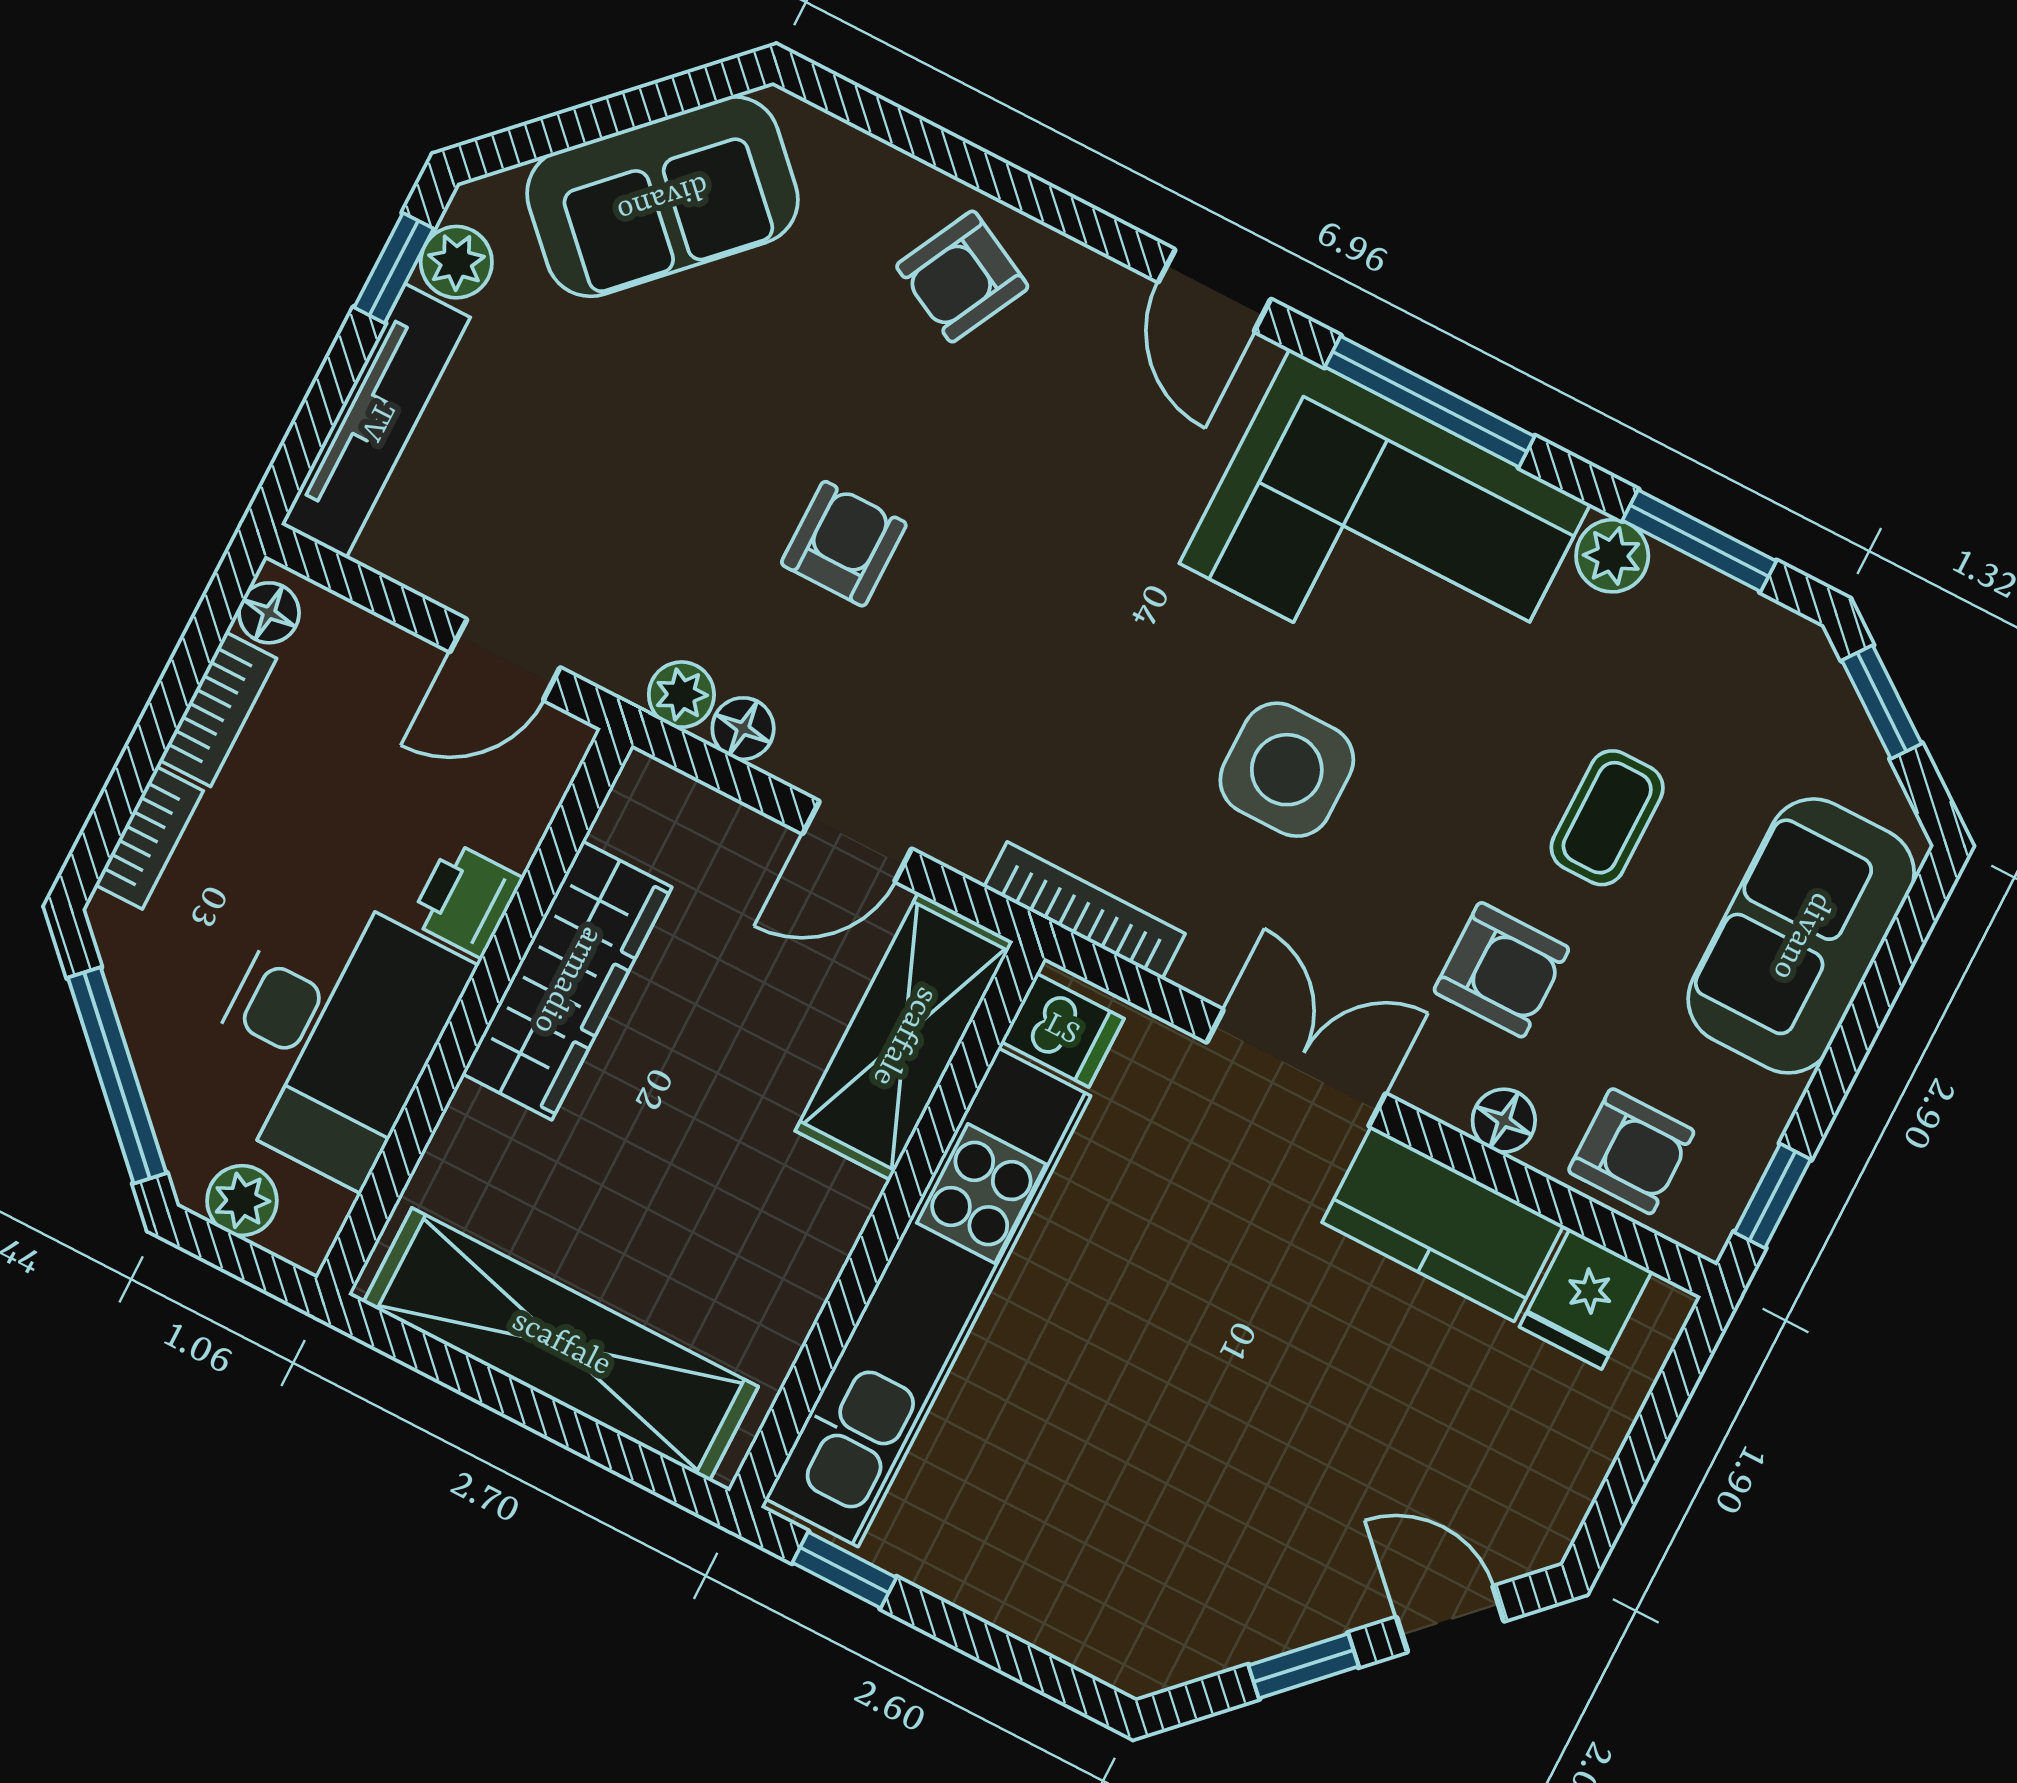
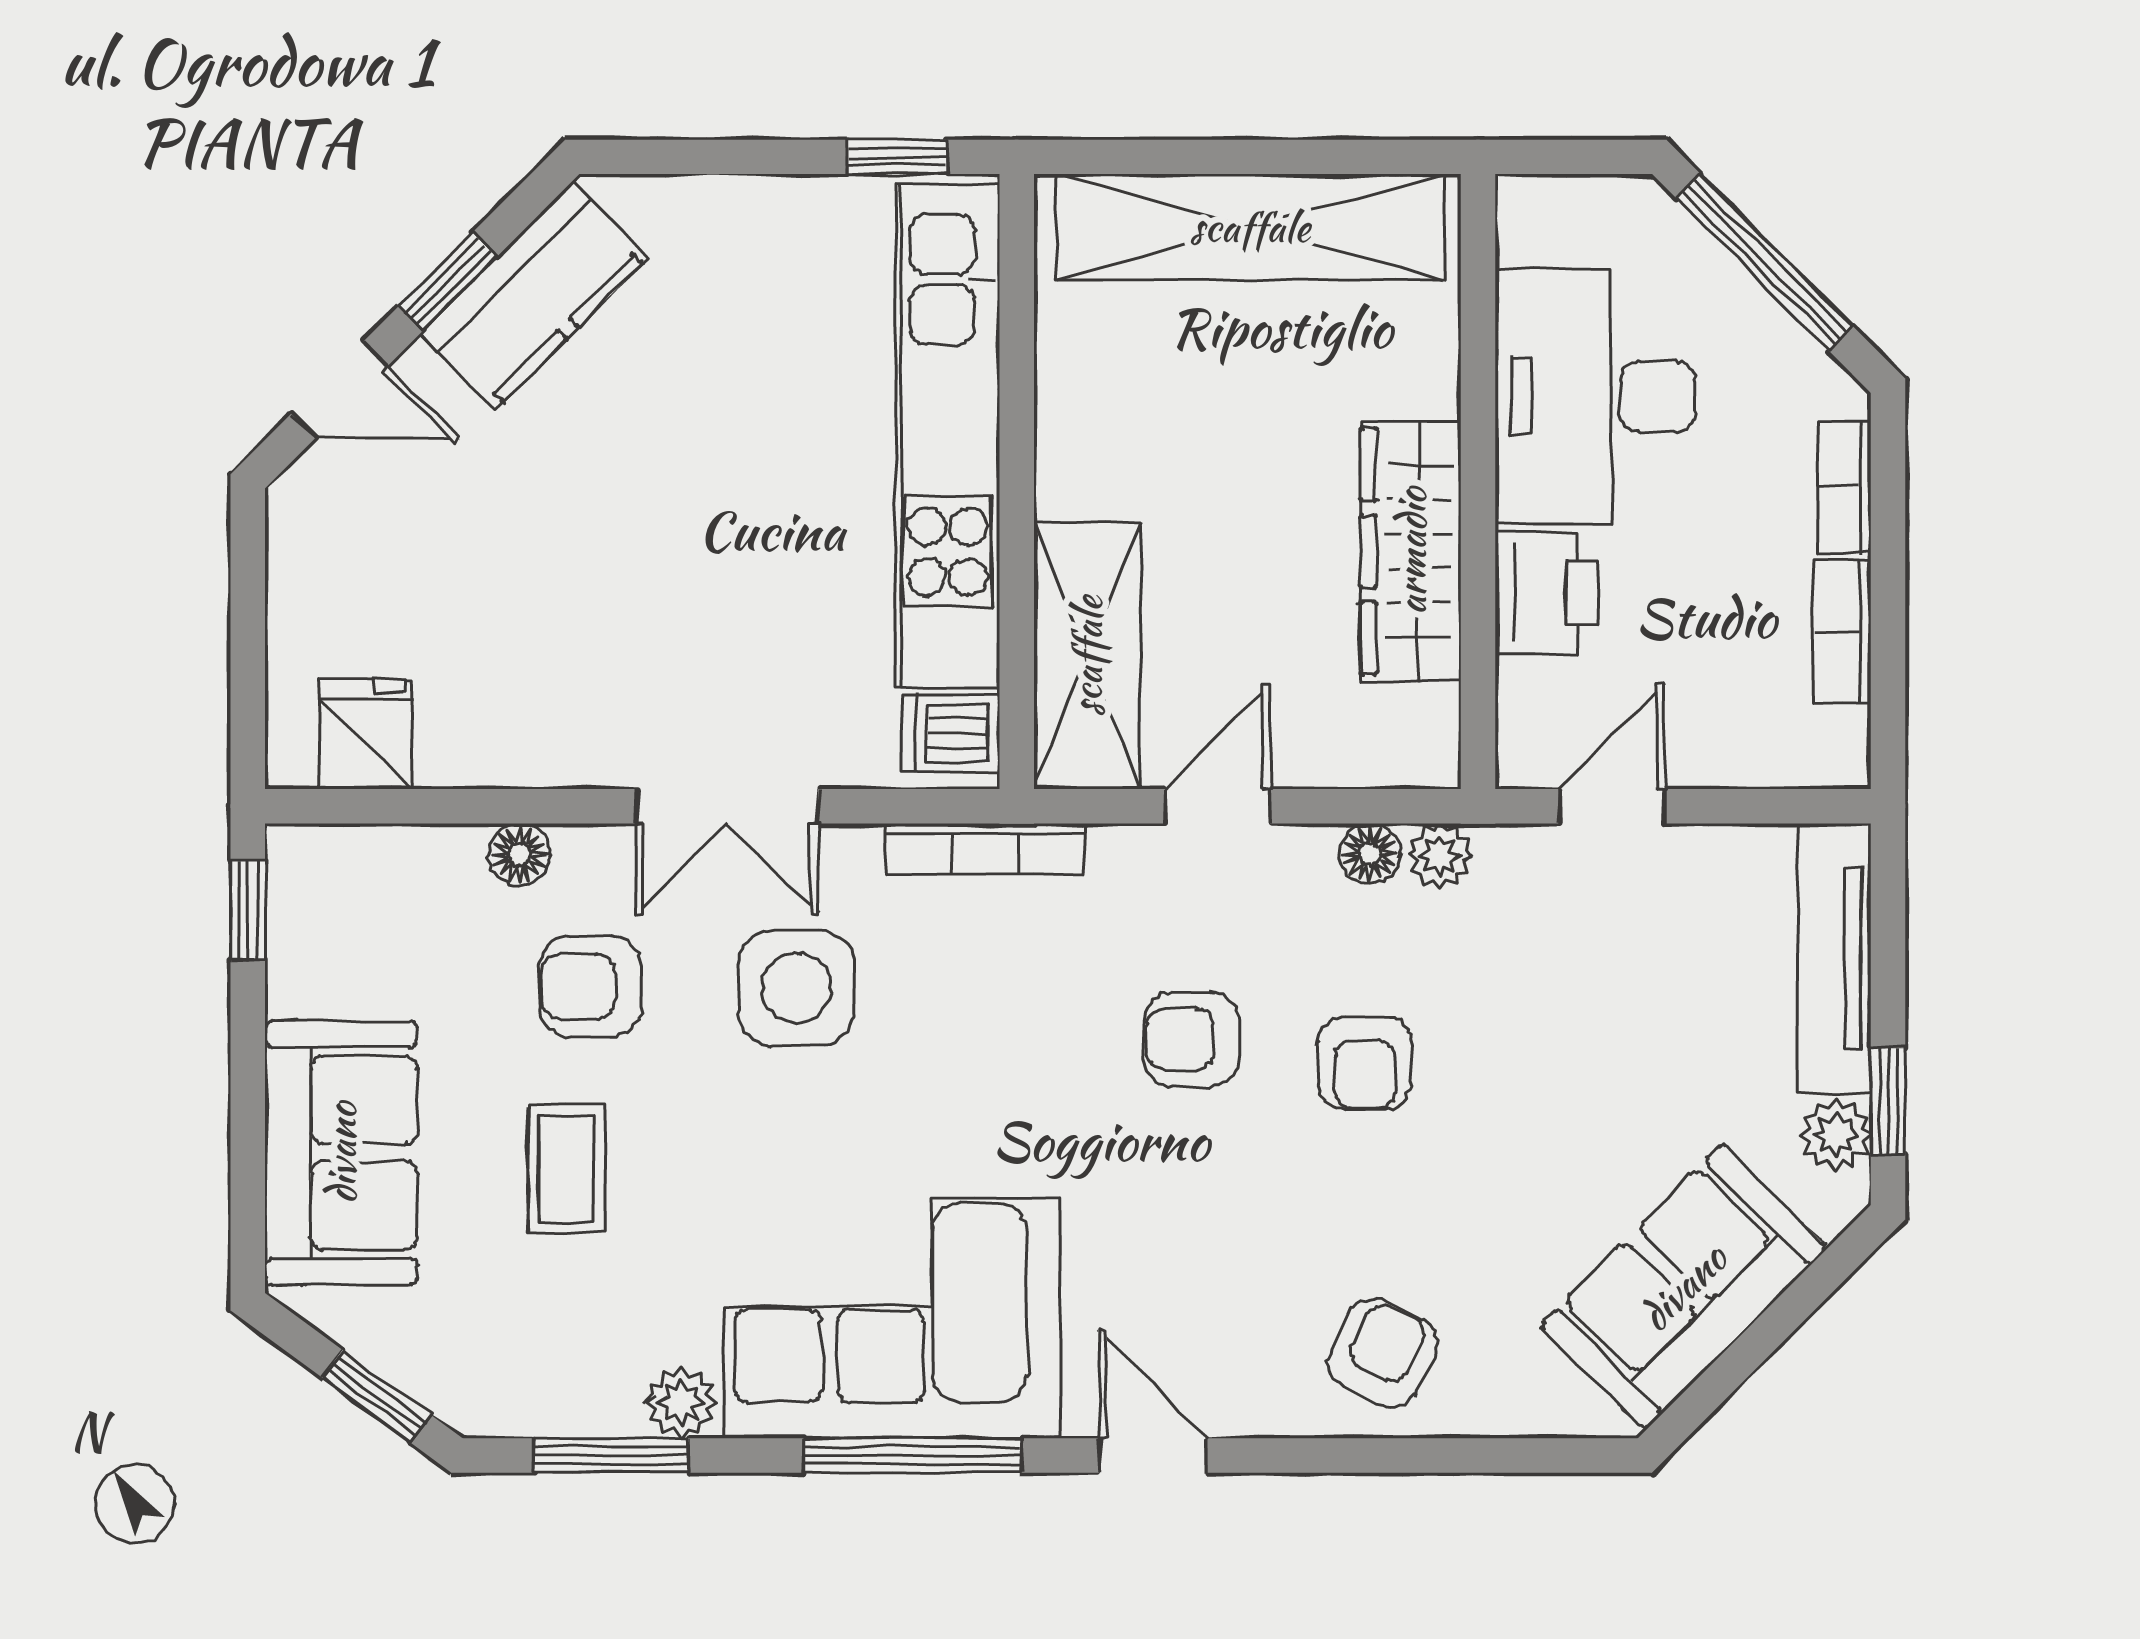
floor lamp: (269, 613) -> (1841, 740), removed
side table: (1287, 770) -> (796, 988), moved
printer: (466, 900) -> (1546, 593), width x1.36, depth x1.24
armchair: (1631, 1151) -> (1192, 1039), moved
plant: (242, 1201) -> (1597, 209), removed
kitchen counter: (1443, 1224) -> (534, 295), moved, turned 135

